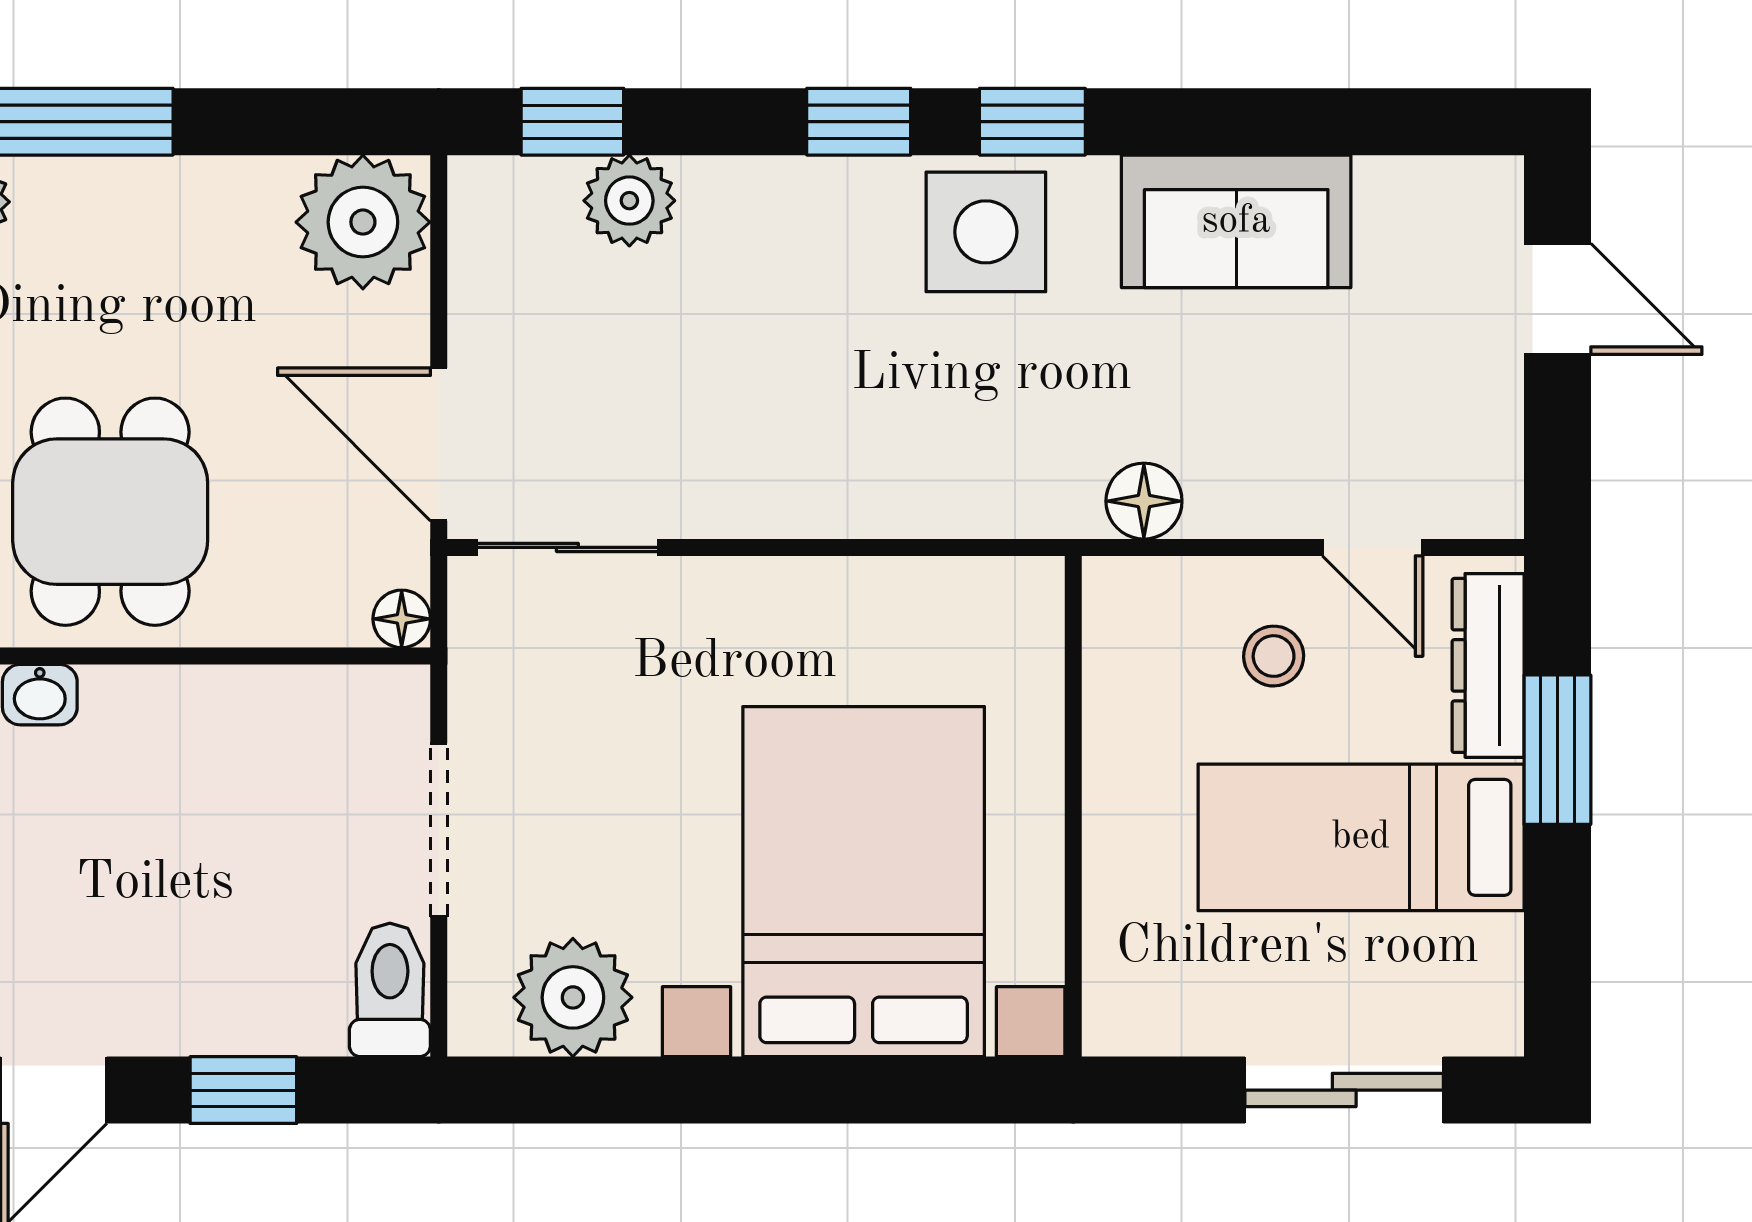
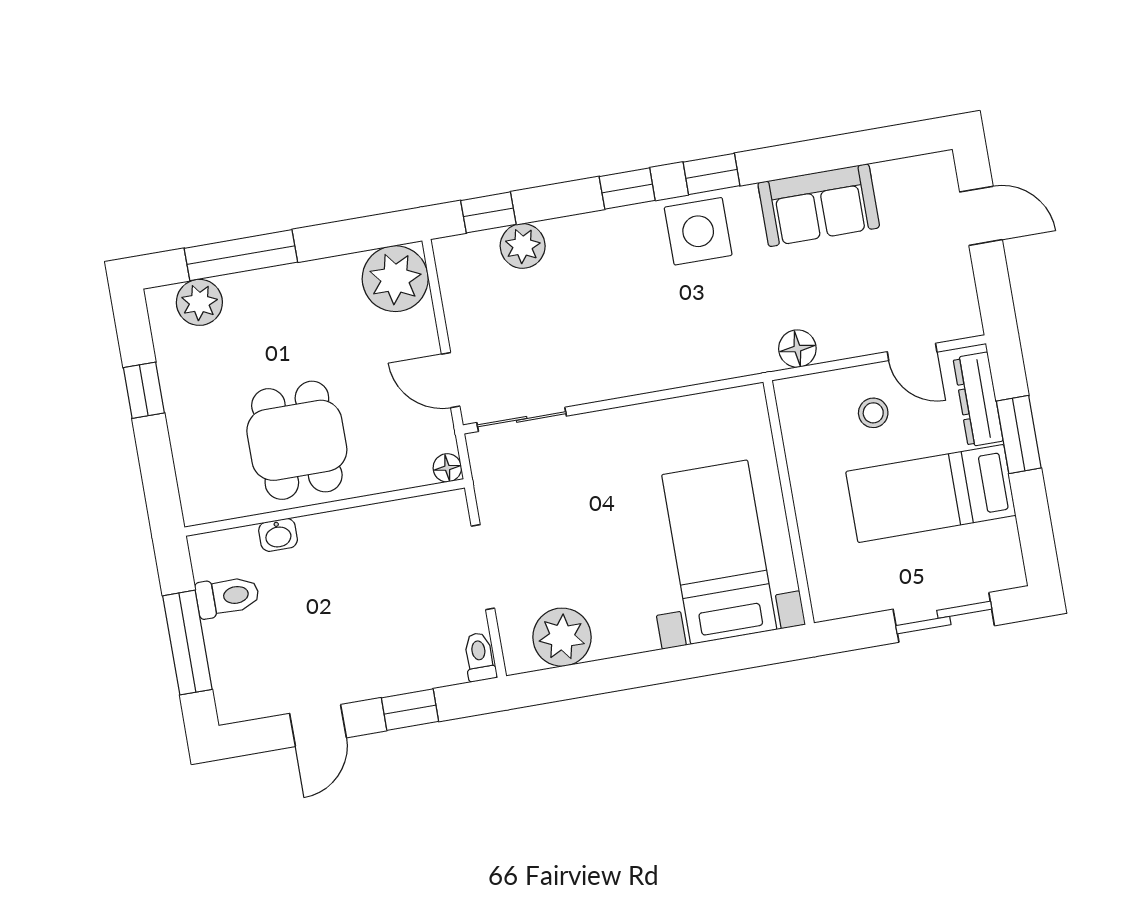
door: (439, 444) -> (451, 380), width x0.73
bed with nightstands: (864, 882) -> (719, 552), width x0.73
toilet: (390, 990) -> (479, 657), width x0.73, depth x0.72

